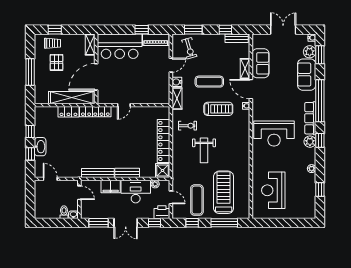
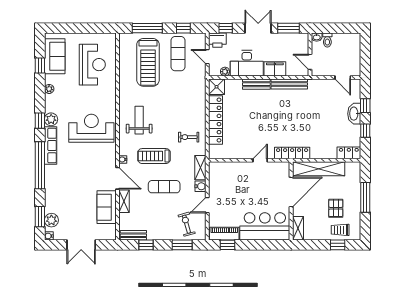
window: (142, 30) -> (228, 245), moved
sofa: (307, 75) -> (55, 56), moved
locker: (68, 112) -> (349, 153), moved
weight bench: (204, 150) -> (139, 120), moved

